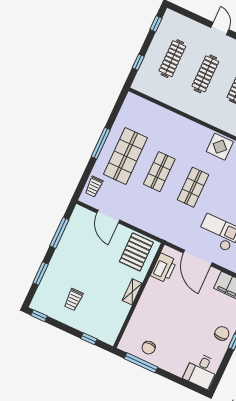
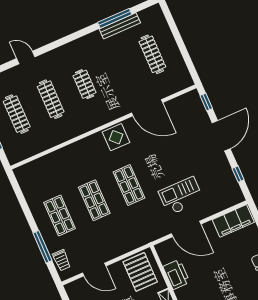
window: (101, 143) -> (42, 247), moved
shop shelf: (125, 156) -> (60, 216), width x0.70, depth x0.74
printer: (164, 268) -> (176, 274), moved

